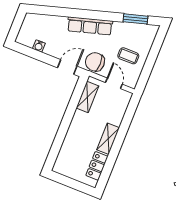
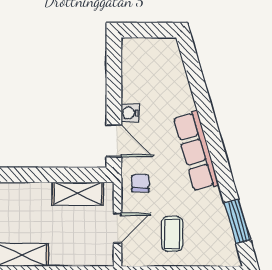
water cooler: (39, 46) -> (130, 113), moved
chair: (95, 62) -> (140, 183), width x0.54, depth x0.54

